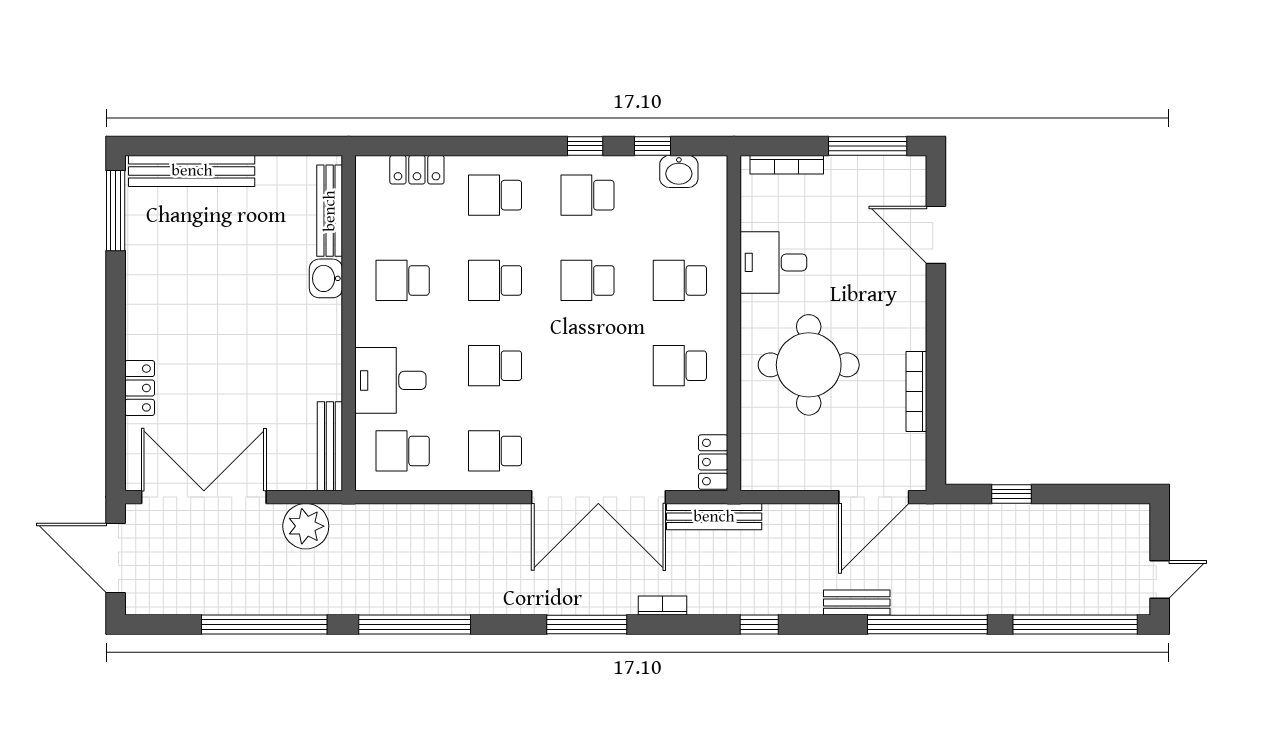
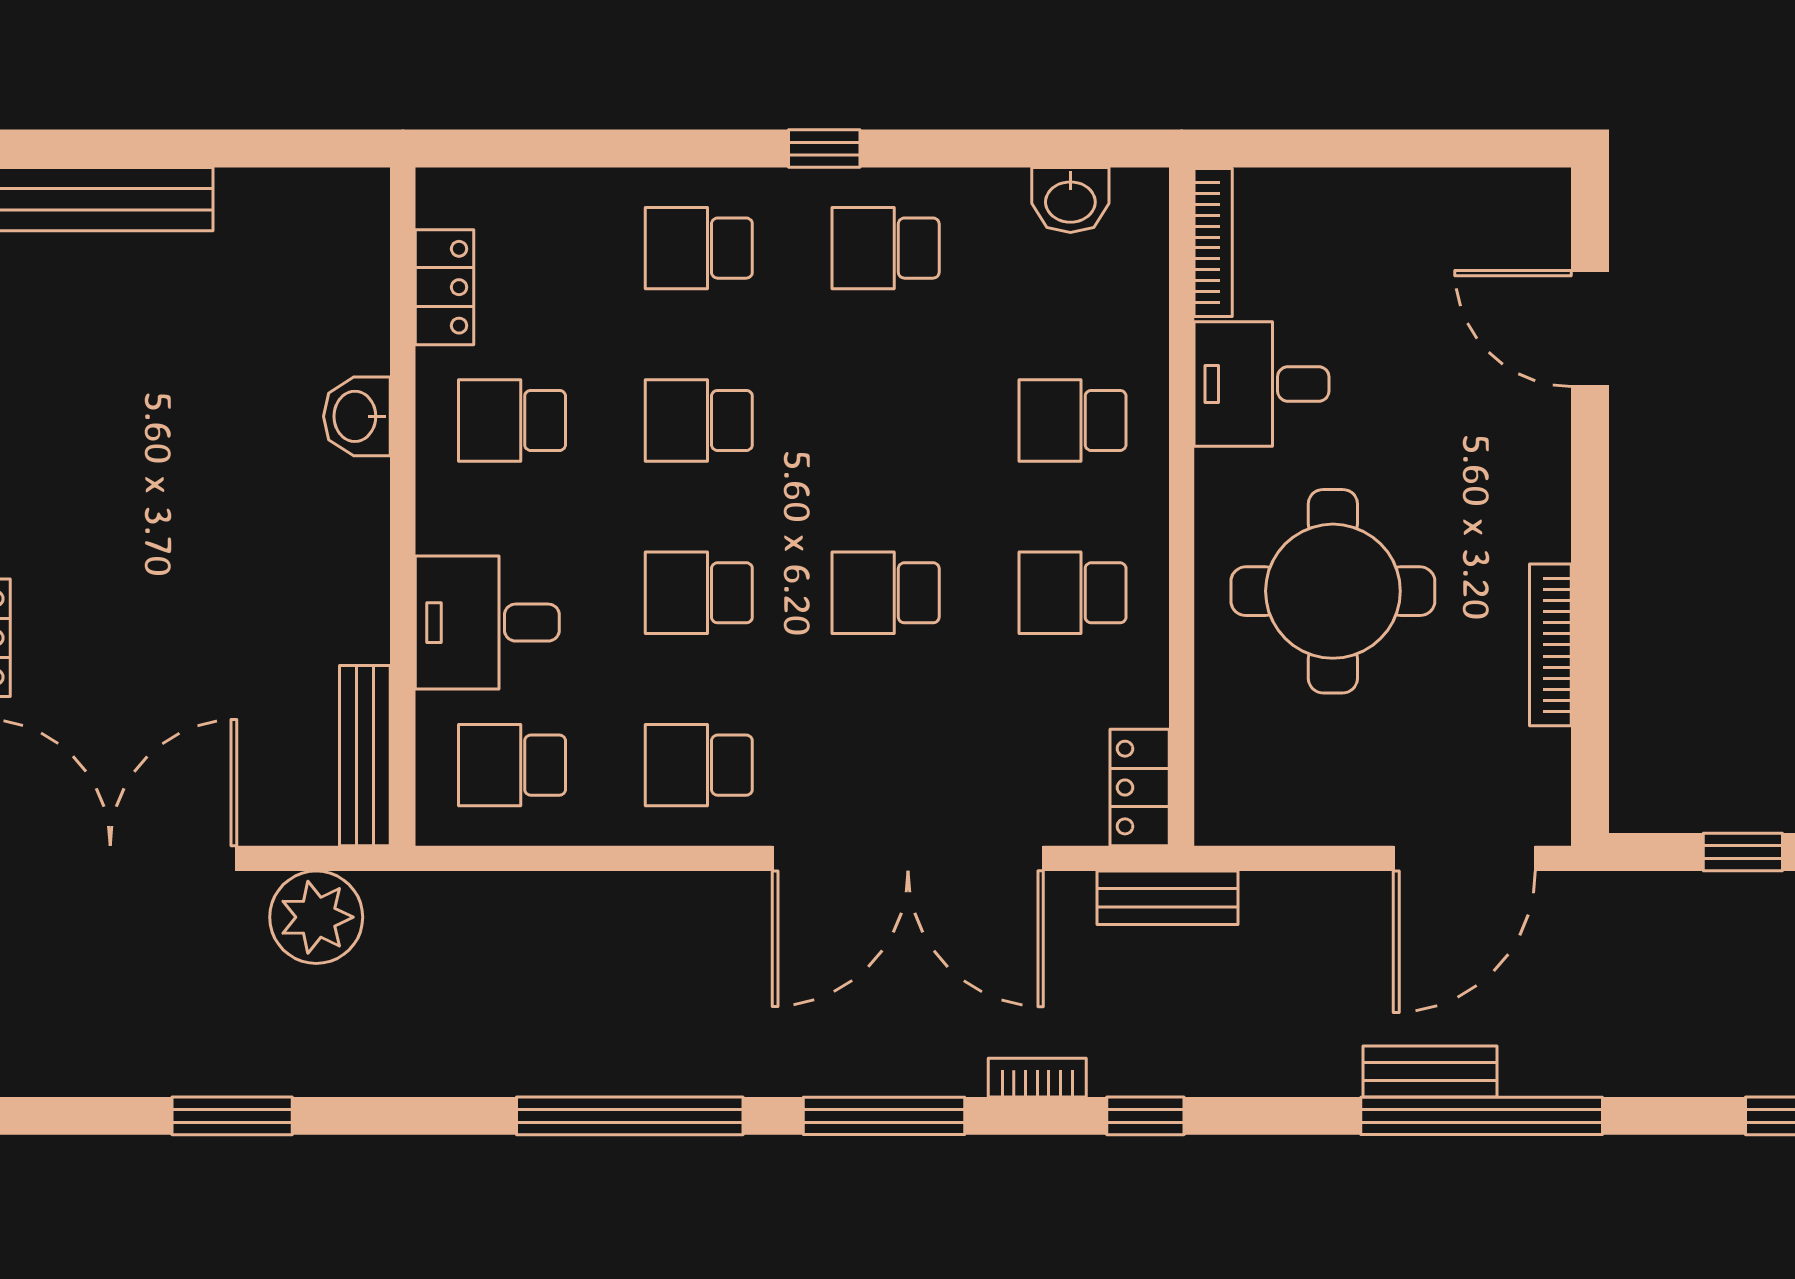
window: (585, 146) -> (824, 149), moved
window: (653, 146) -> (1017, 149), removed
window: (868, 146) -> (1452, 149), removed
bookcase: (787, 165) -> (1213, 243), moved, turned -90
locker: (417, 170) -> (444, 287), moved, turned -90
bench: (330, 211) -> (364, 280), removed
school desk: (587, 280) -> (886, 593), moved
bench: (714, 517) -> (1168, 898), width x0.73
window: (264, 624) -> (232, 1116), width x0.47
window: (415, 624) -> (630, 1116), moved
window: (759, 624) -> (1145, 1116), moved
window: (927, 624) -> (1482, 1116), moved

